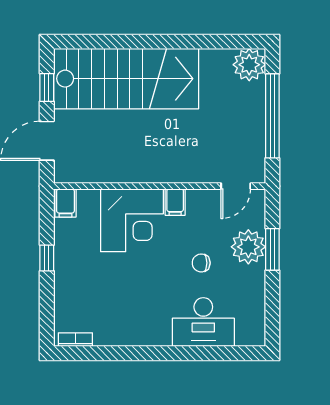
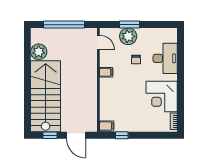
plant: (249, 65) -> (39, 52), moved
corner desk: (132, 220) -> (162, 97), moved, turned 180
window: (47, 258) -> (122, 135), moved

